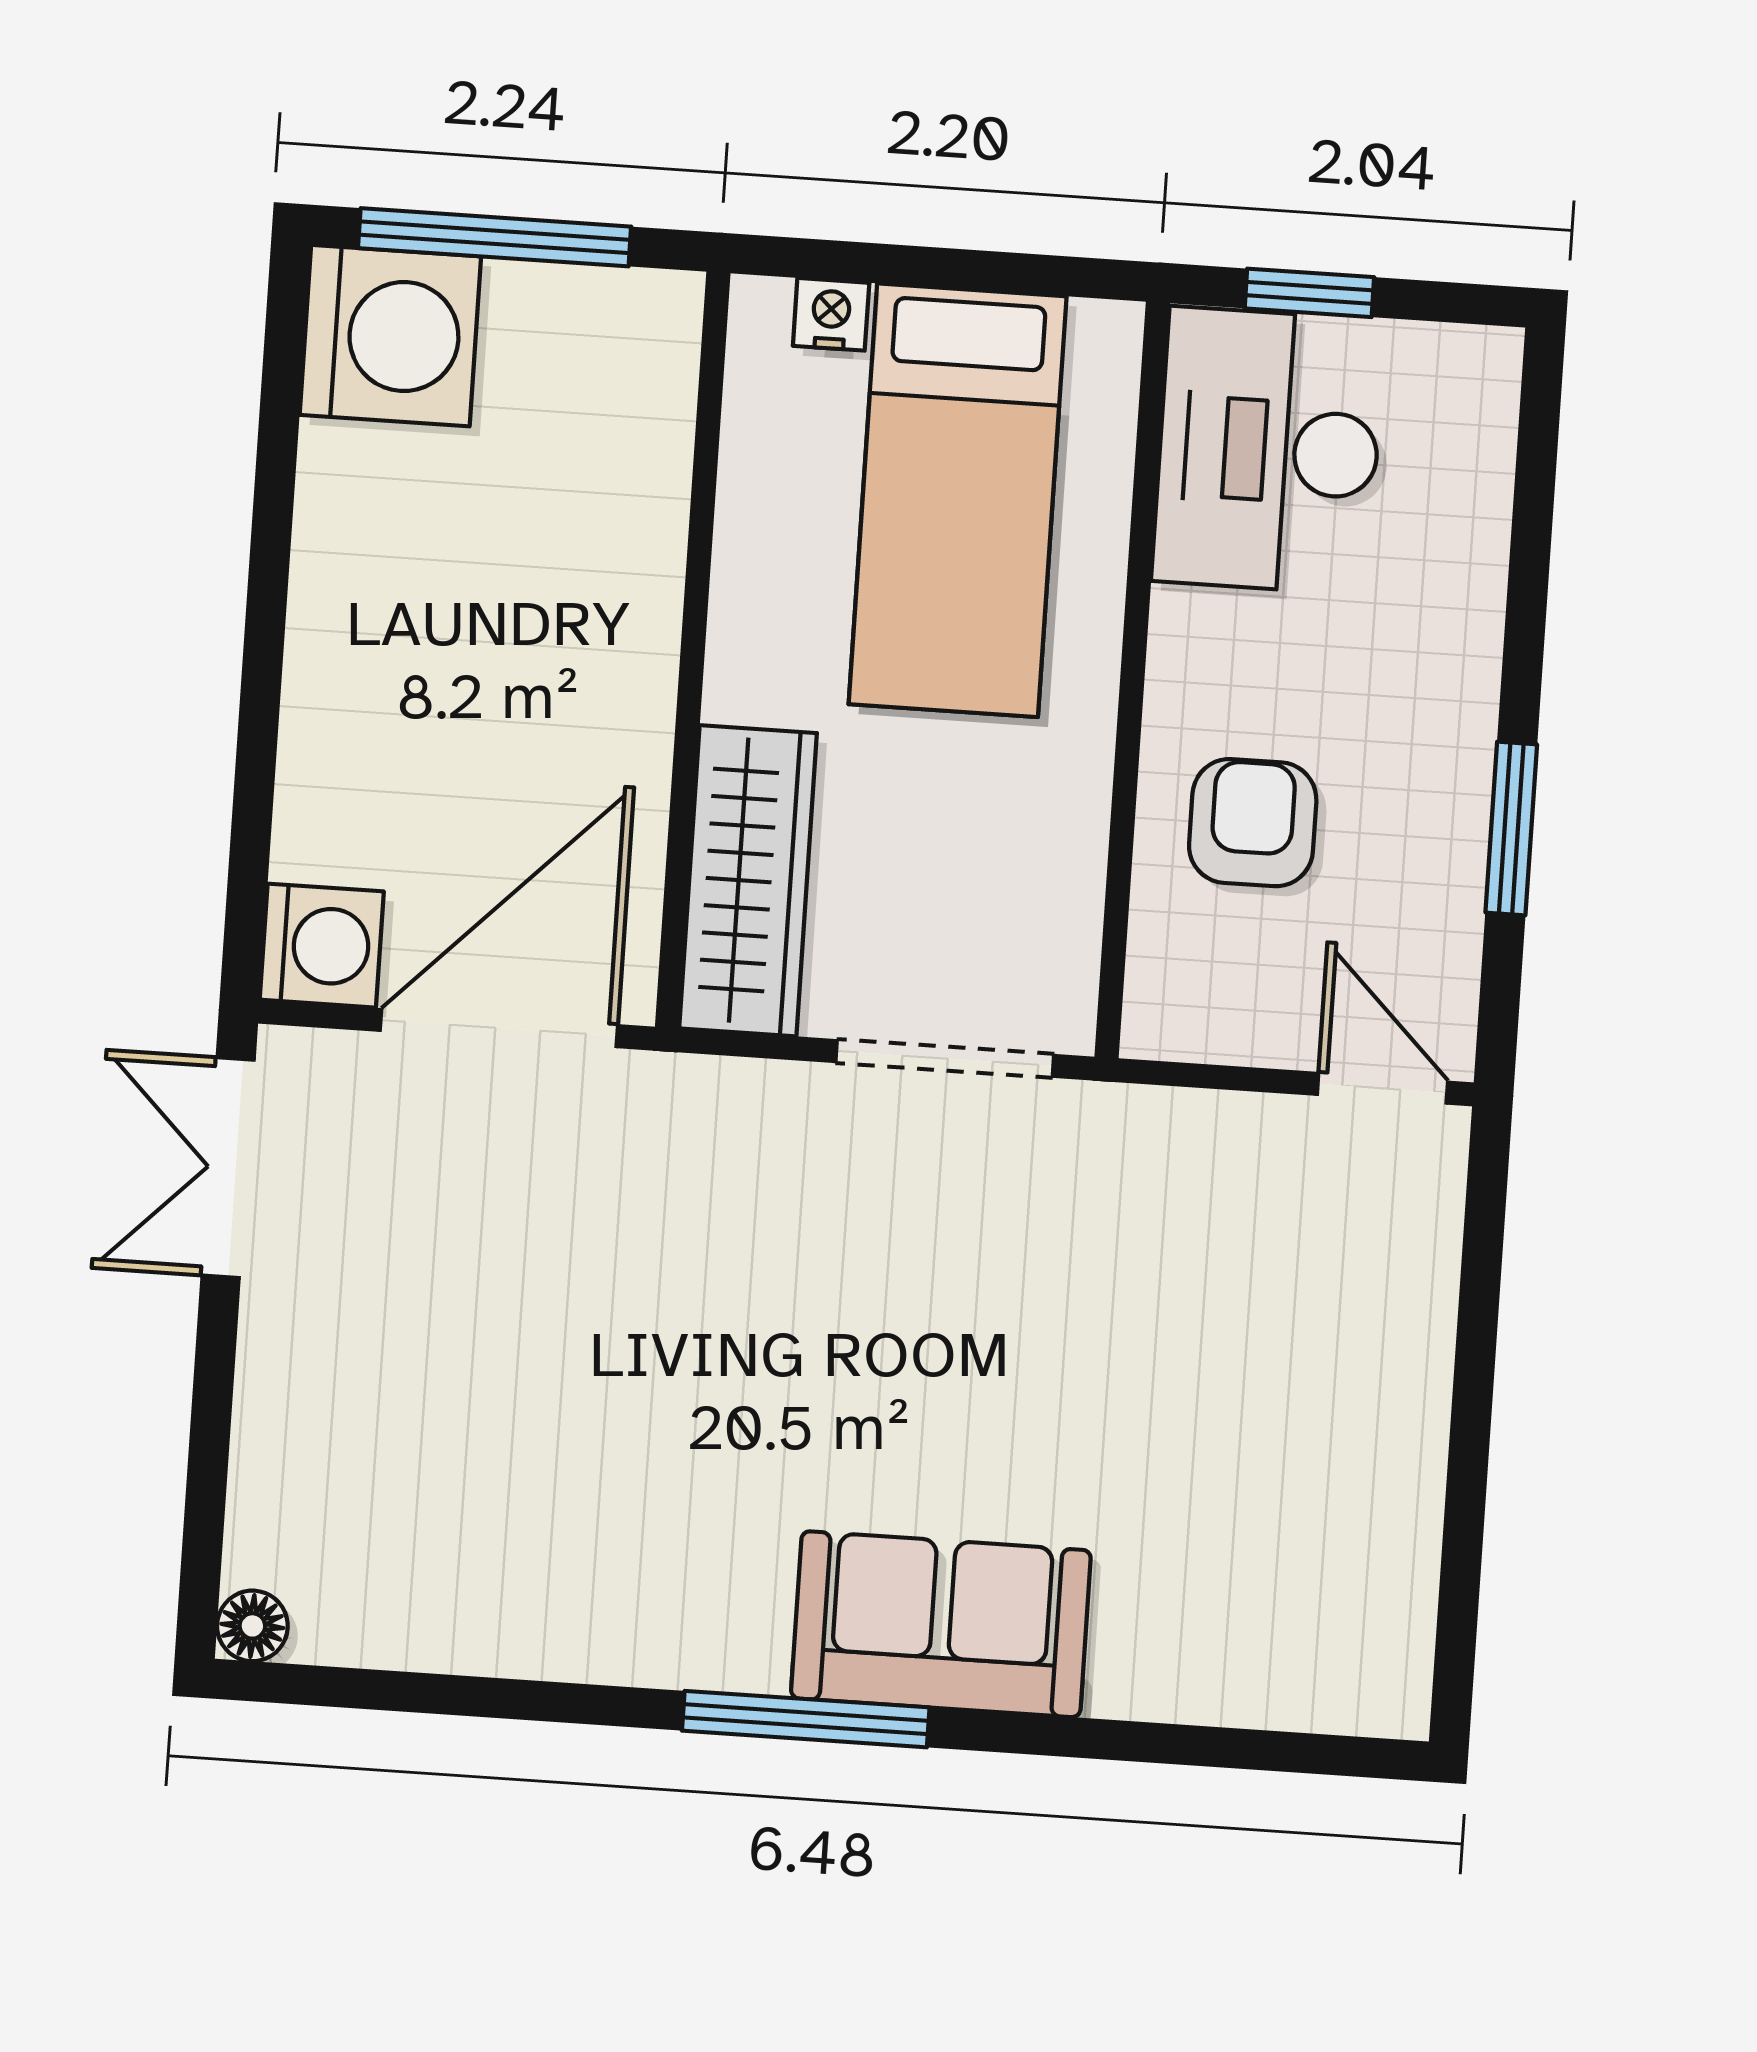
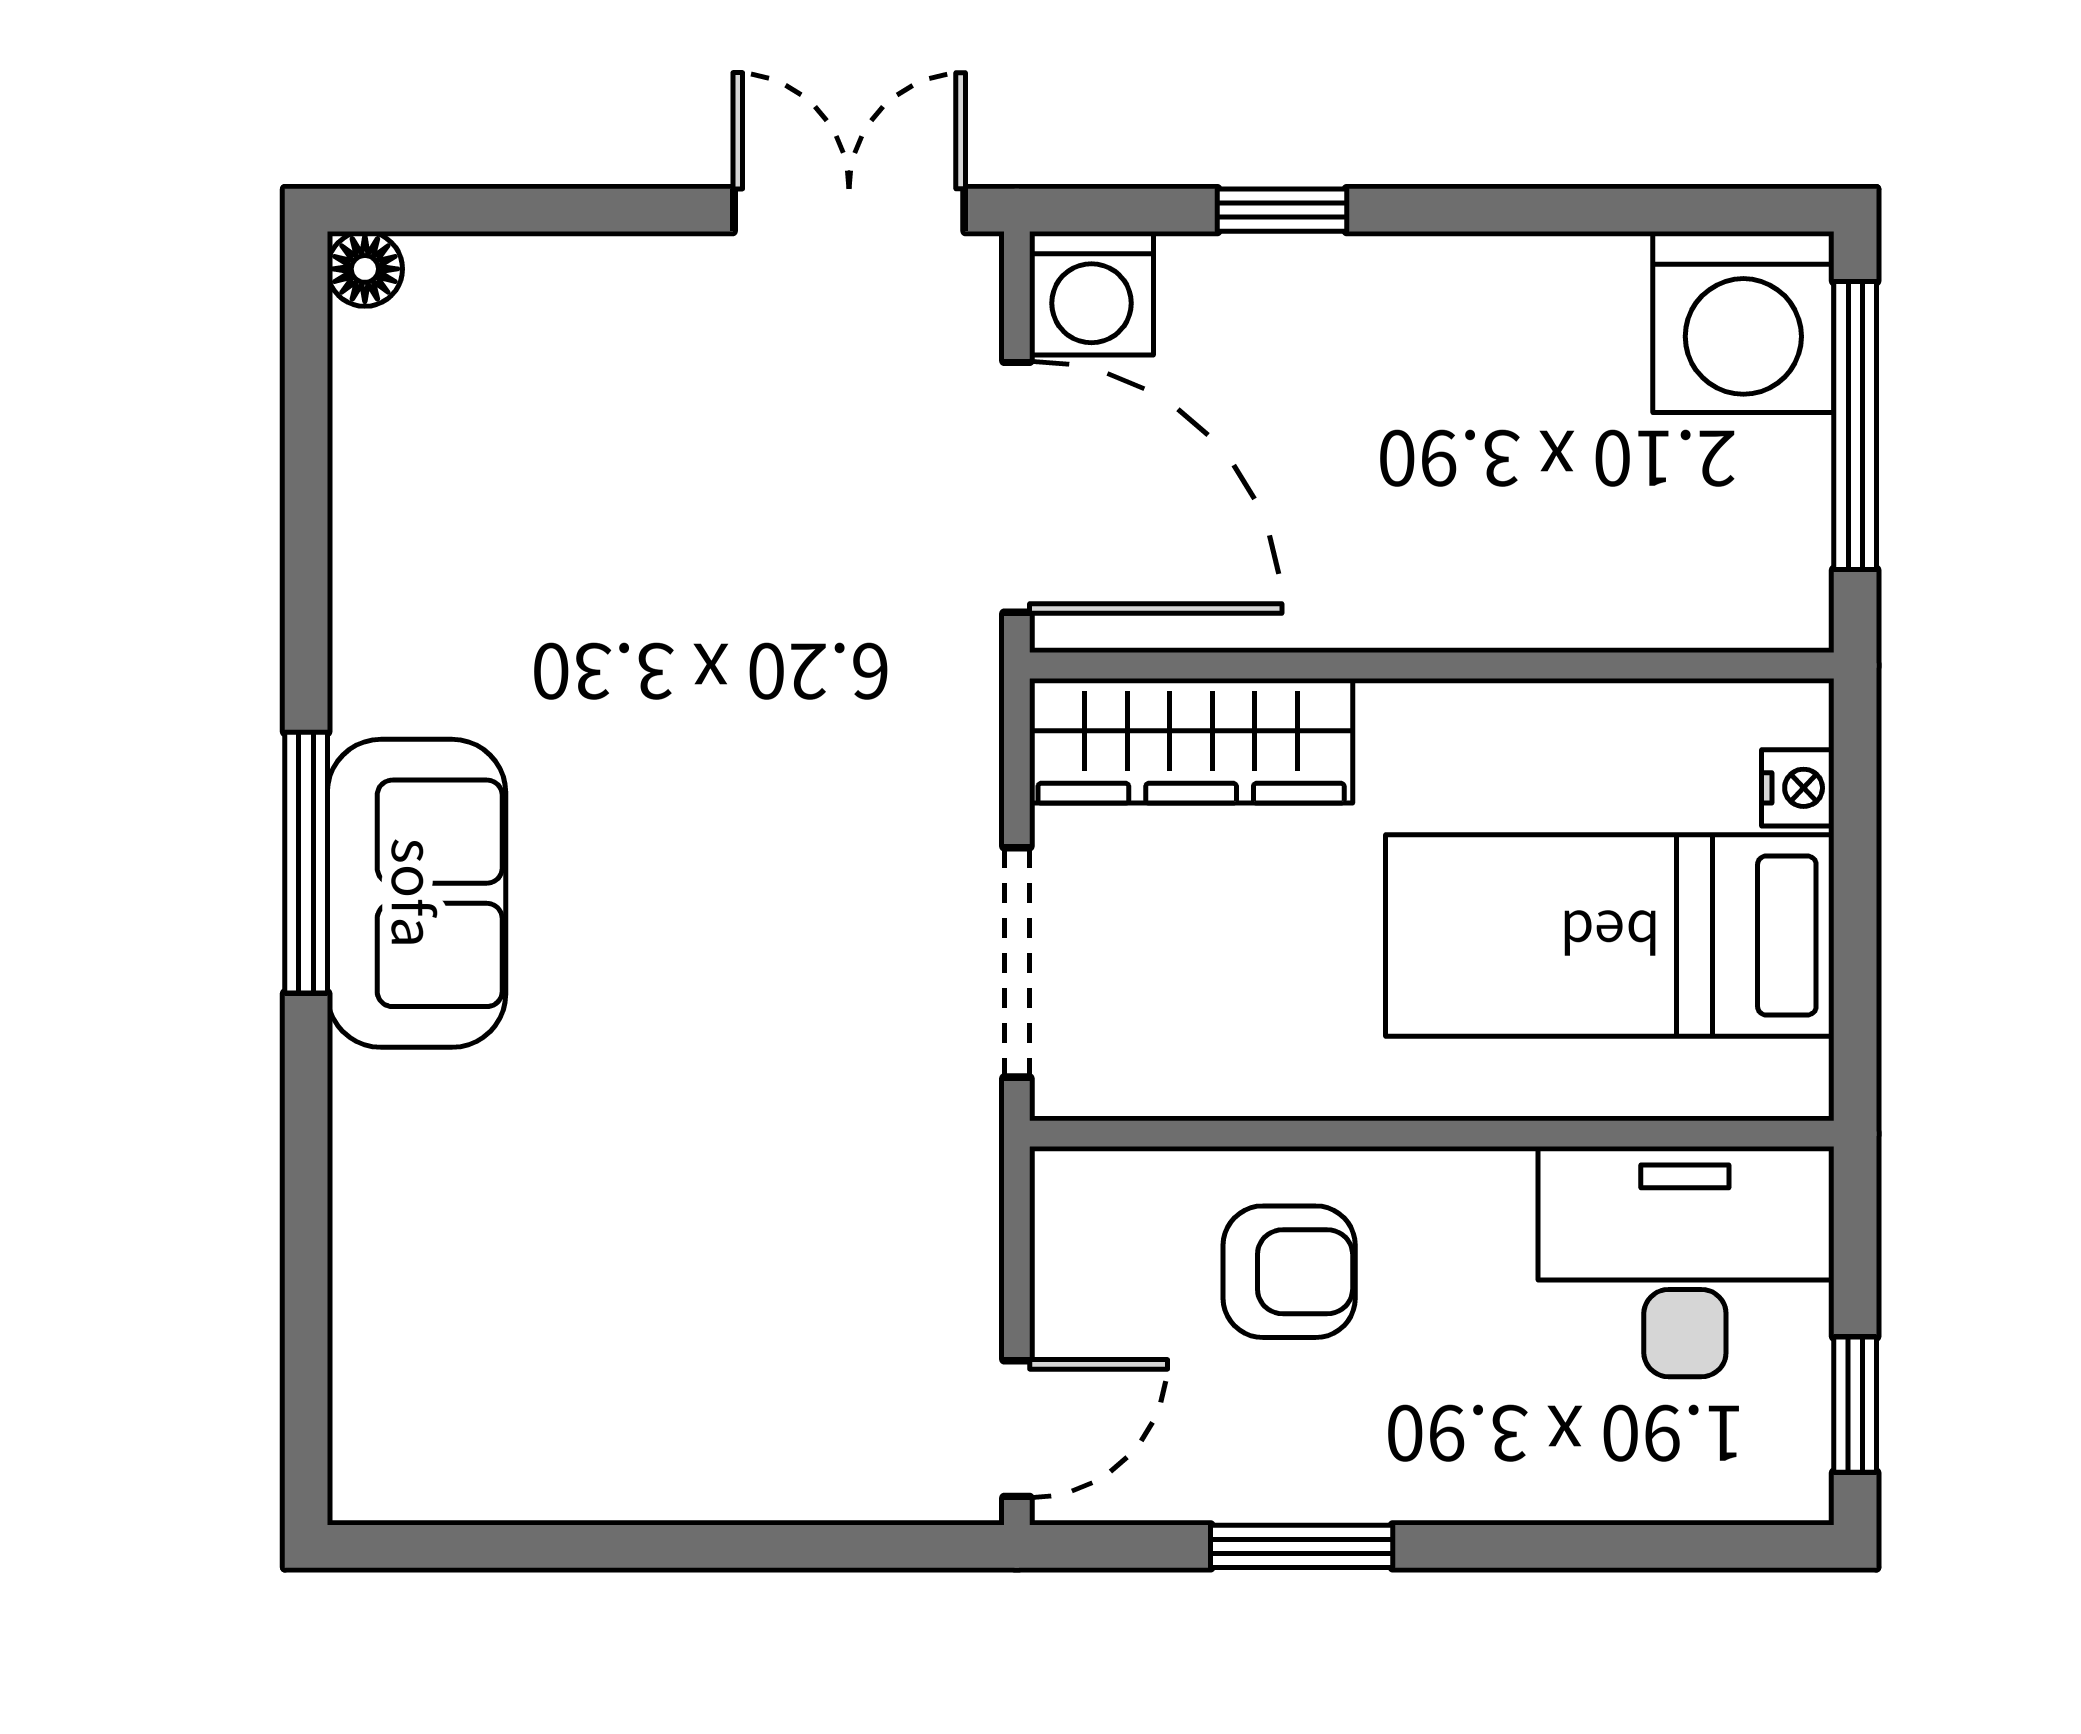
window: (1309, 293) -> (1855, 1405), moved
window: (256, 762) -> (1282, 210), added
sofa: (941, 1624) -> (416, 893), moved

